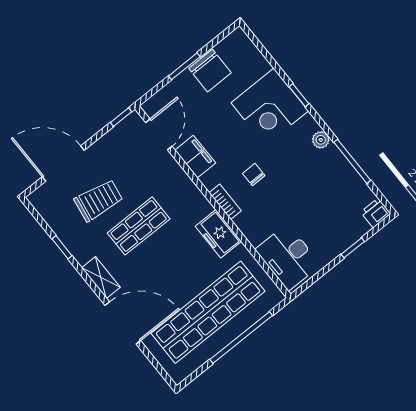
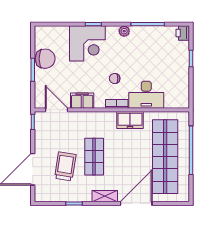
desk: (288, 257) -> (146, 95), moved

